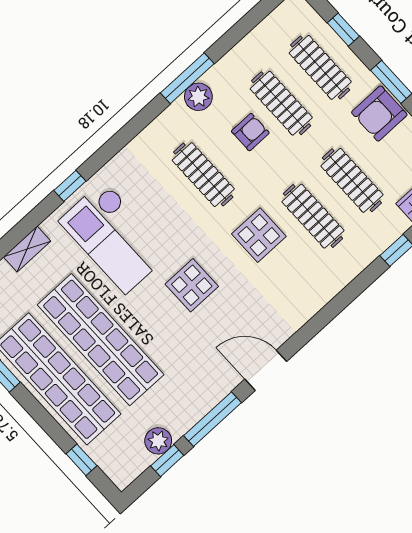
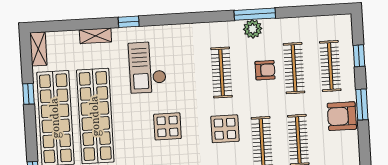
window: (70, 186) -> (129, 22), moved
checkout: (115, 237) -> (147, 67), width x0.73, depth x0.83

